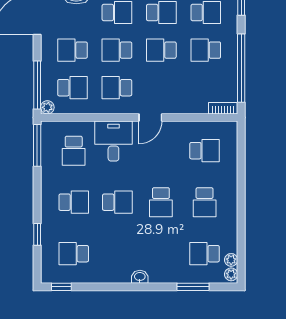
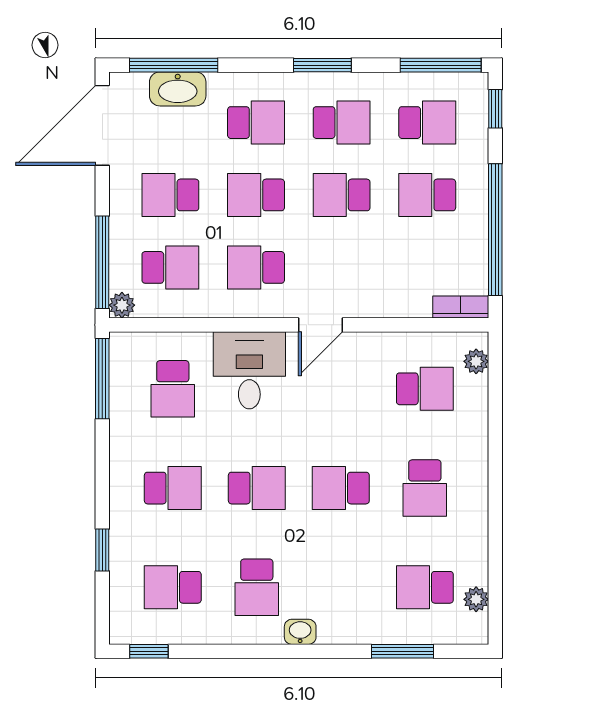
school desk: (161, 202) -> (341, 488), turned 90
school desk: (117, 254) -> (257, 587), added
plant: (231, 274) -> (476, 361), moved

